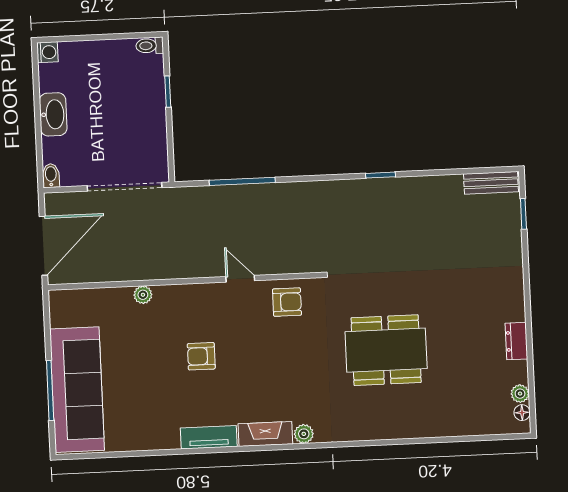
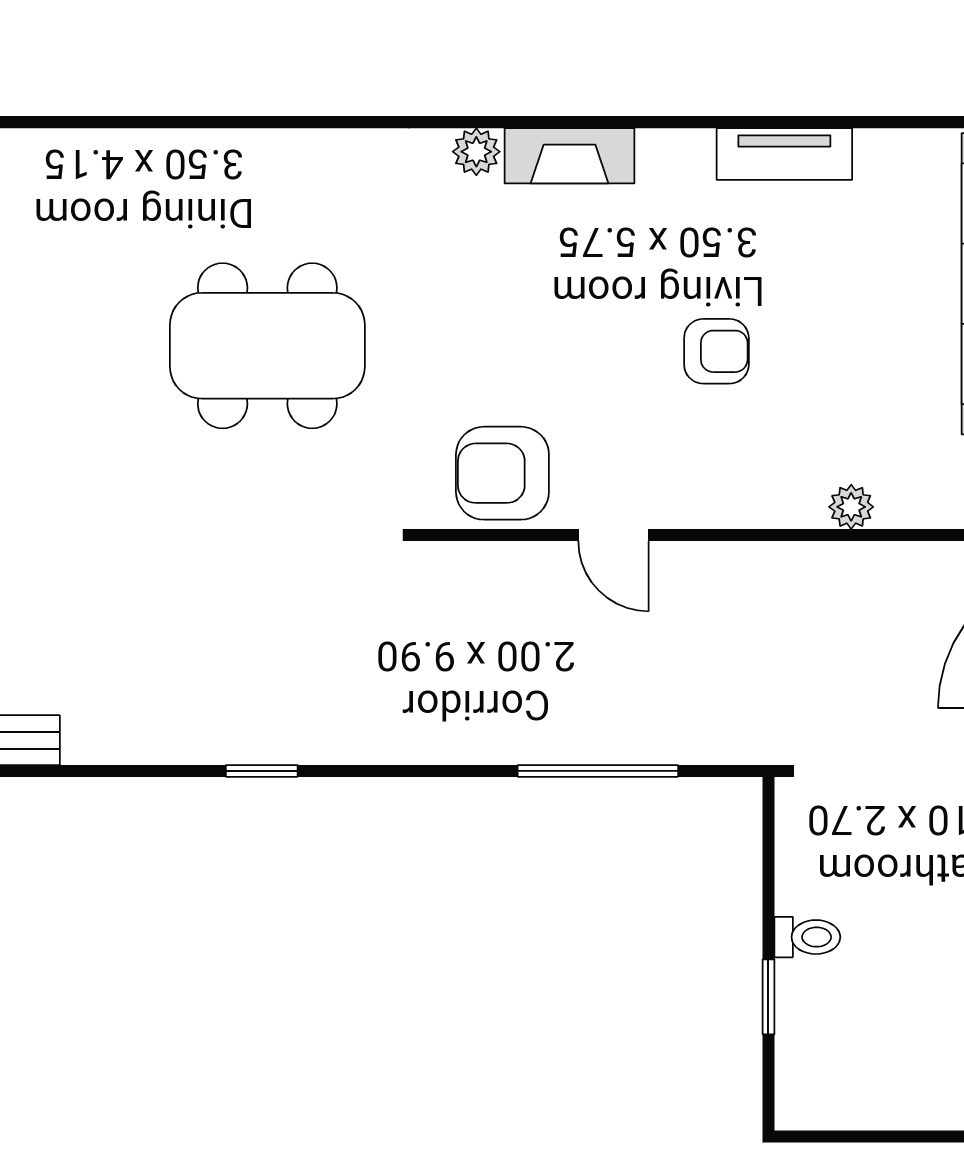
toilet: (150, 46) -> (807, 937), moved
armchair: (287, 302) -> (502, 473), width x1.38, depth x1.38
tv unit: (209, 437) -> (784, 154), moved

